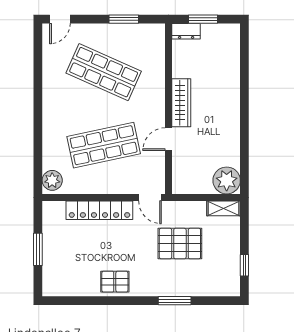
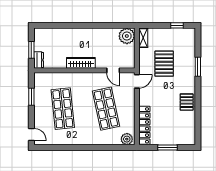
shop shelf: (104, 72) -> (63, 109), turned -30
door: (169, 139) -> (113, 70), moved
locker: (99, 210) -> (144, 125), moved

